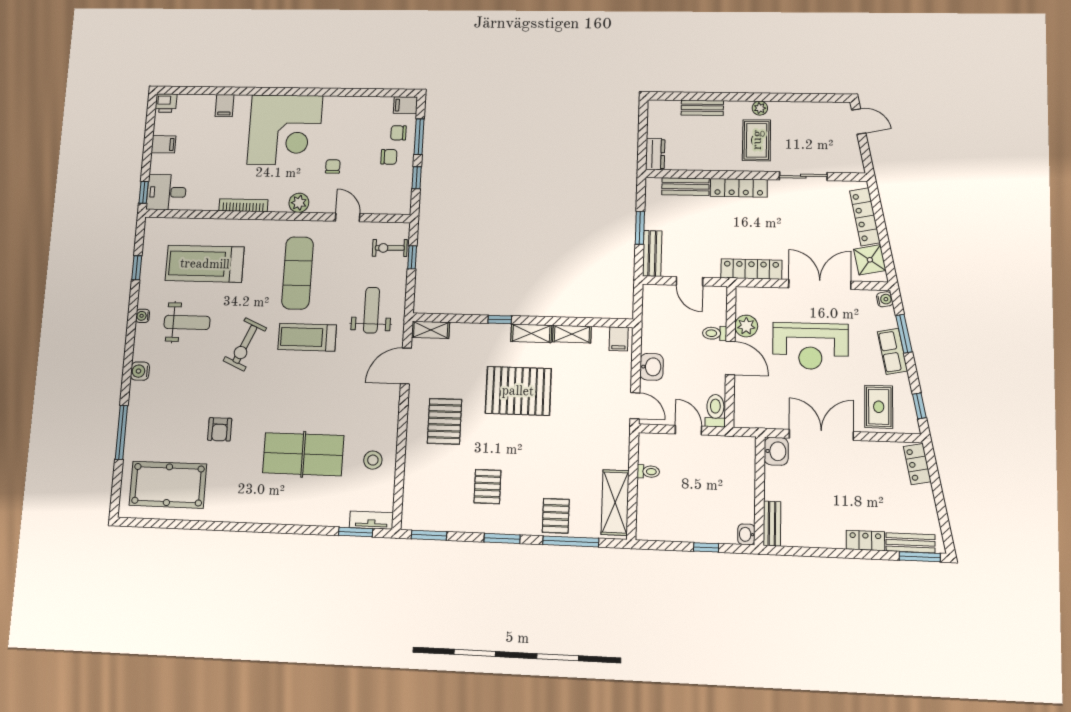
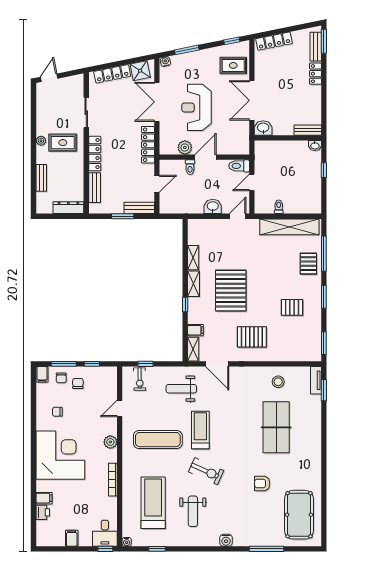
printer: (166, 103) -> (43, 512), moved
dresser: (655, 154) -> (68, 208), width x1.44
chair: (333, 166) -> (57, 412), moved
treadmill: (205, 264) -> (153, 503), turned 180
water cooler: (143, 316) -> (127, 542), moved
weight bench: (187, 322) -> (193, 511), turned 180
treadmill: (307, 337) -> (200, 430), turned 180
filing cabinet: (619, 339) -> (195, 330), moved
reception desk: (810, 346) -> (196, 107), turned 180
row of seats: (892, 351) -> (198, 57), removed
armchair: (220, 429) -> (262, 483), turned 180
locker: (917, 464) -> (274, 41), width x1.53
shelving: (615, 502) -> (289, 227), width x1.47
pallet: (556, 516) -> (308, 264), turned 90

